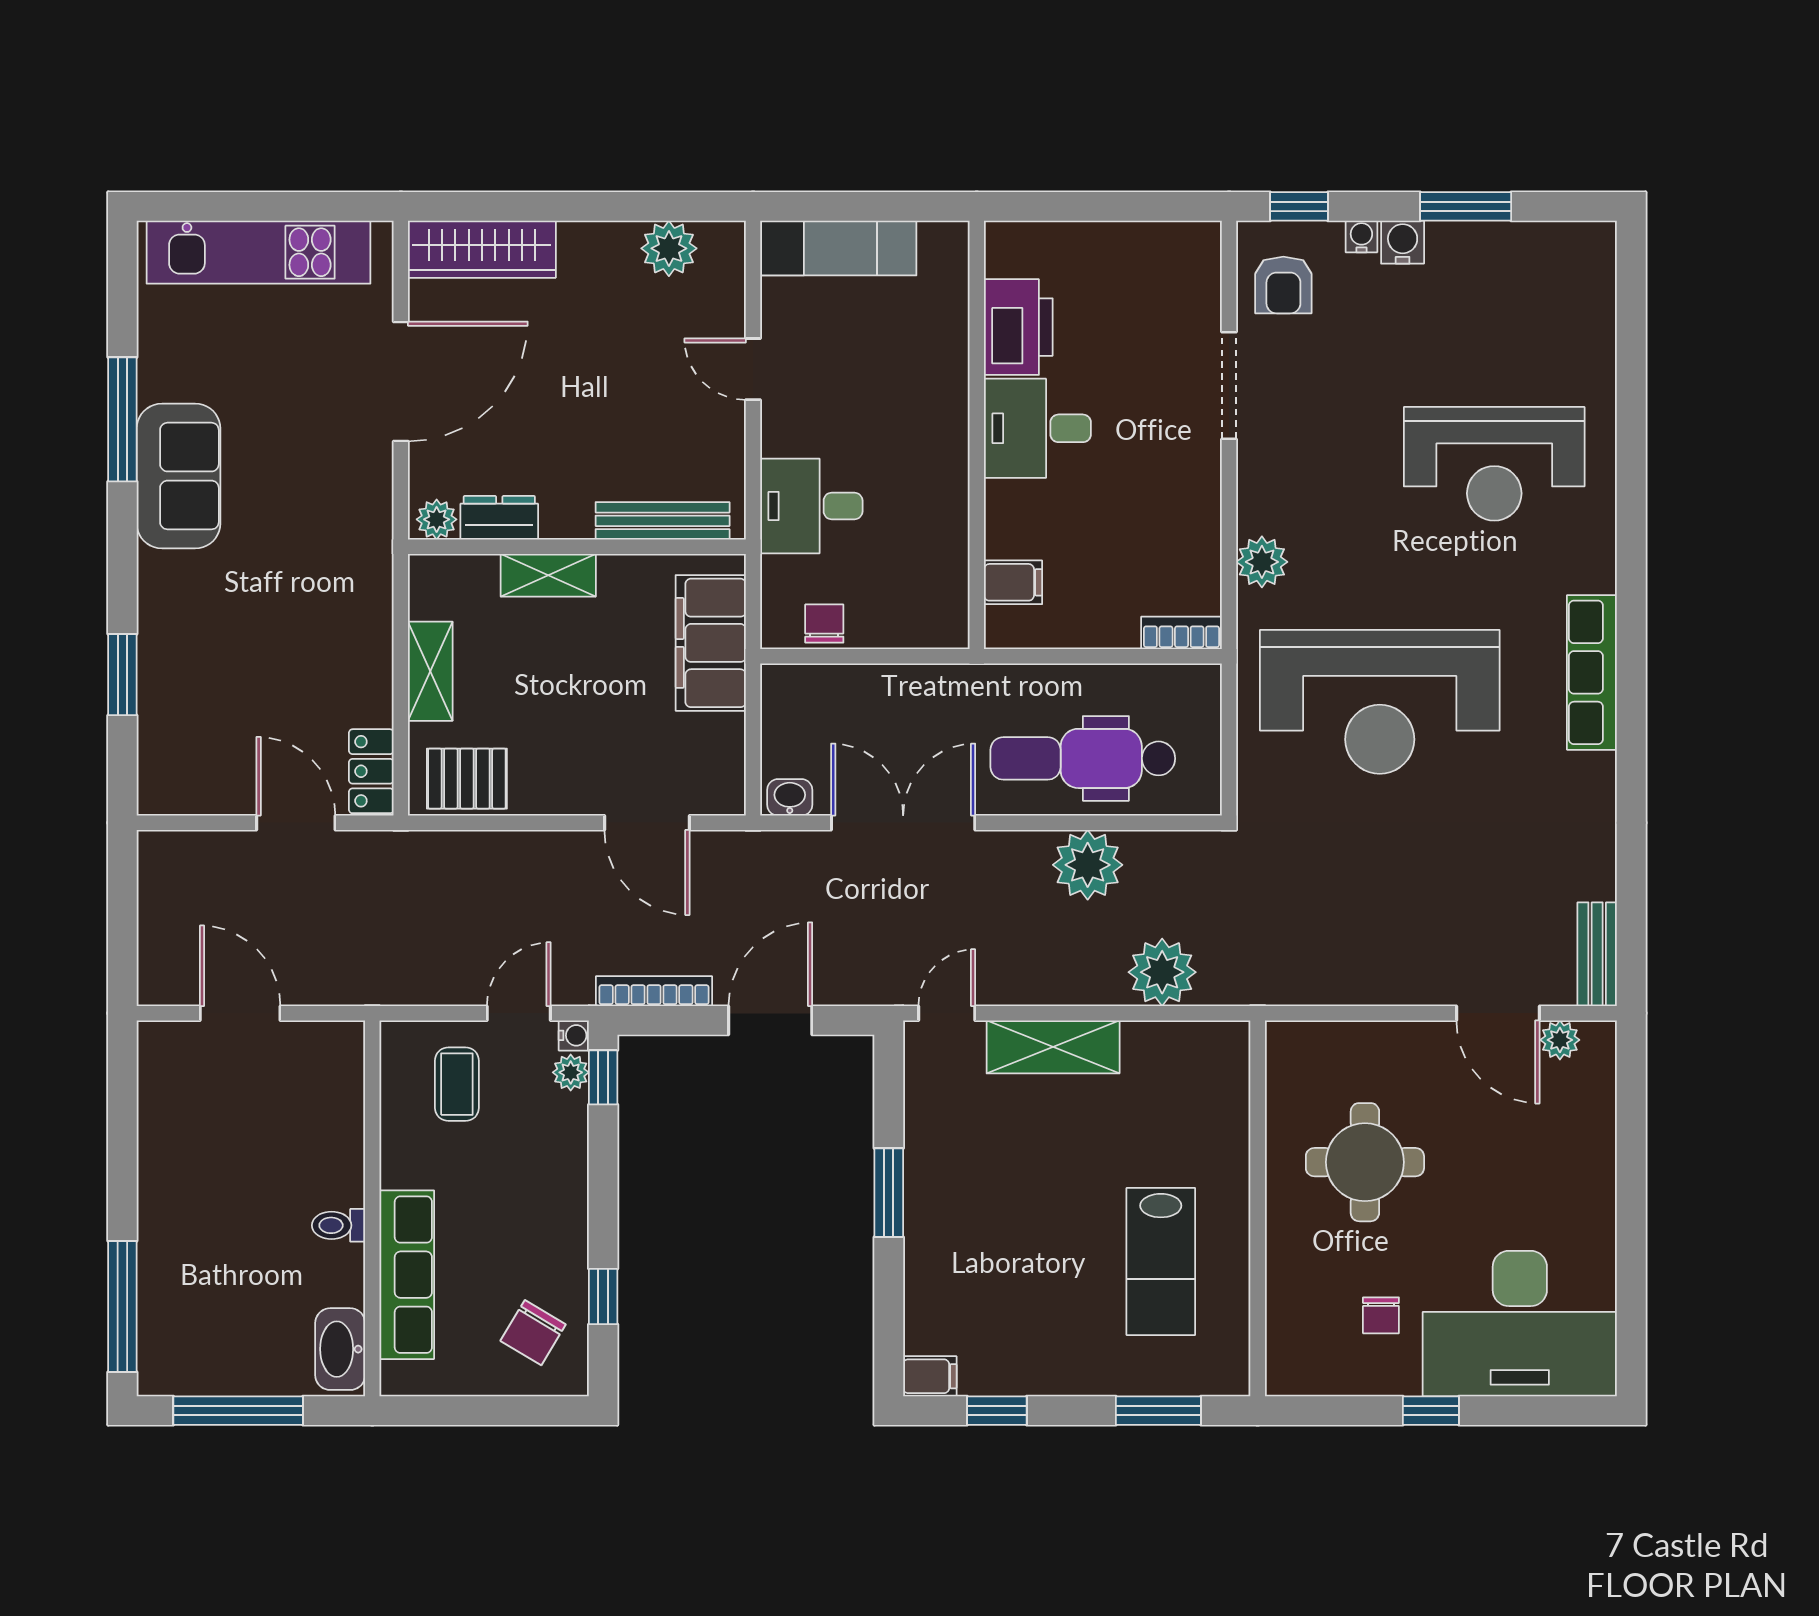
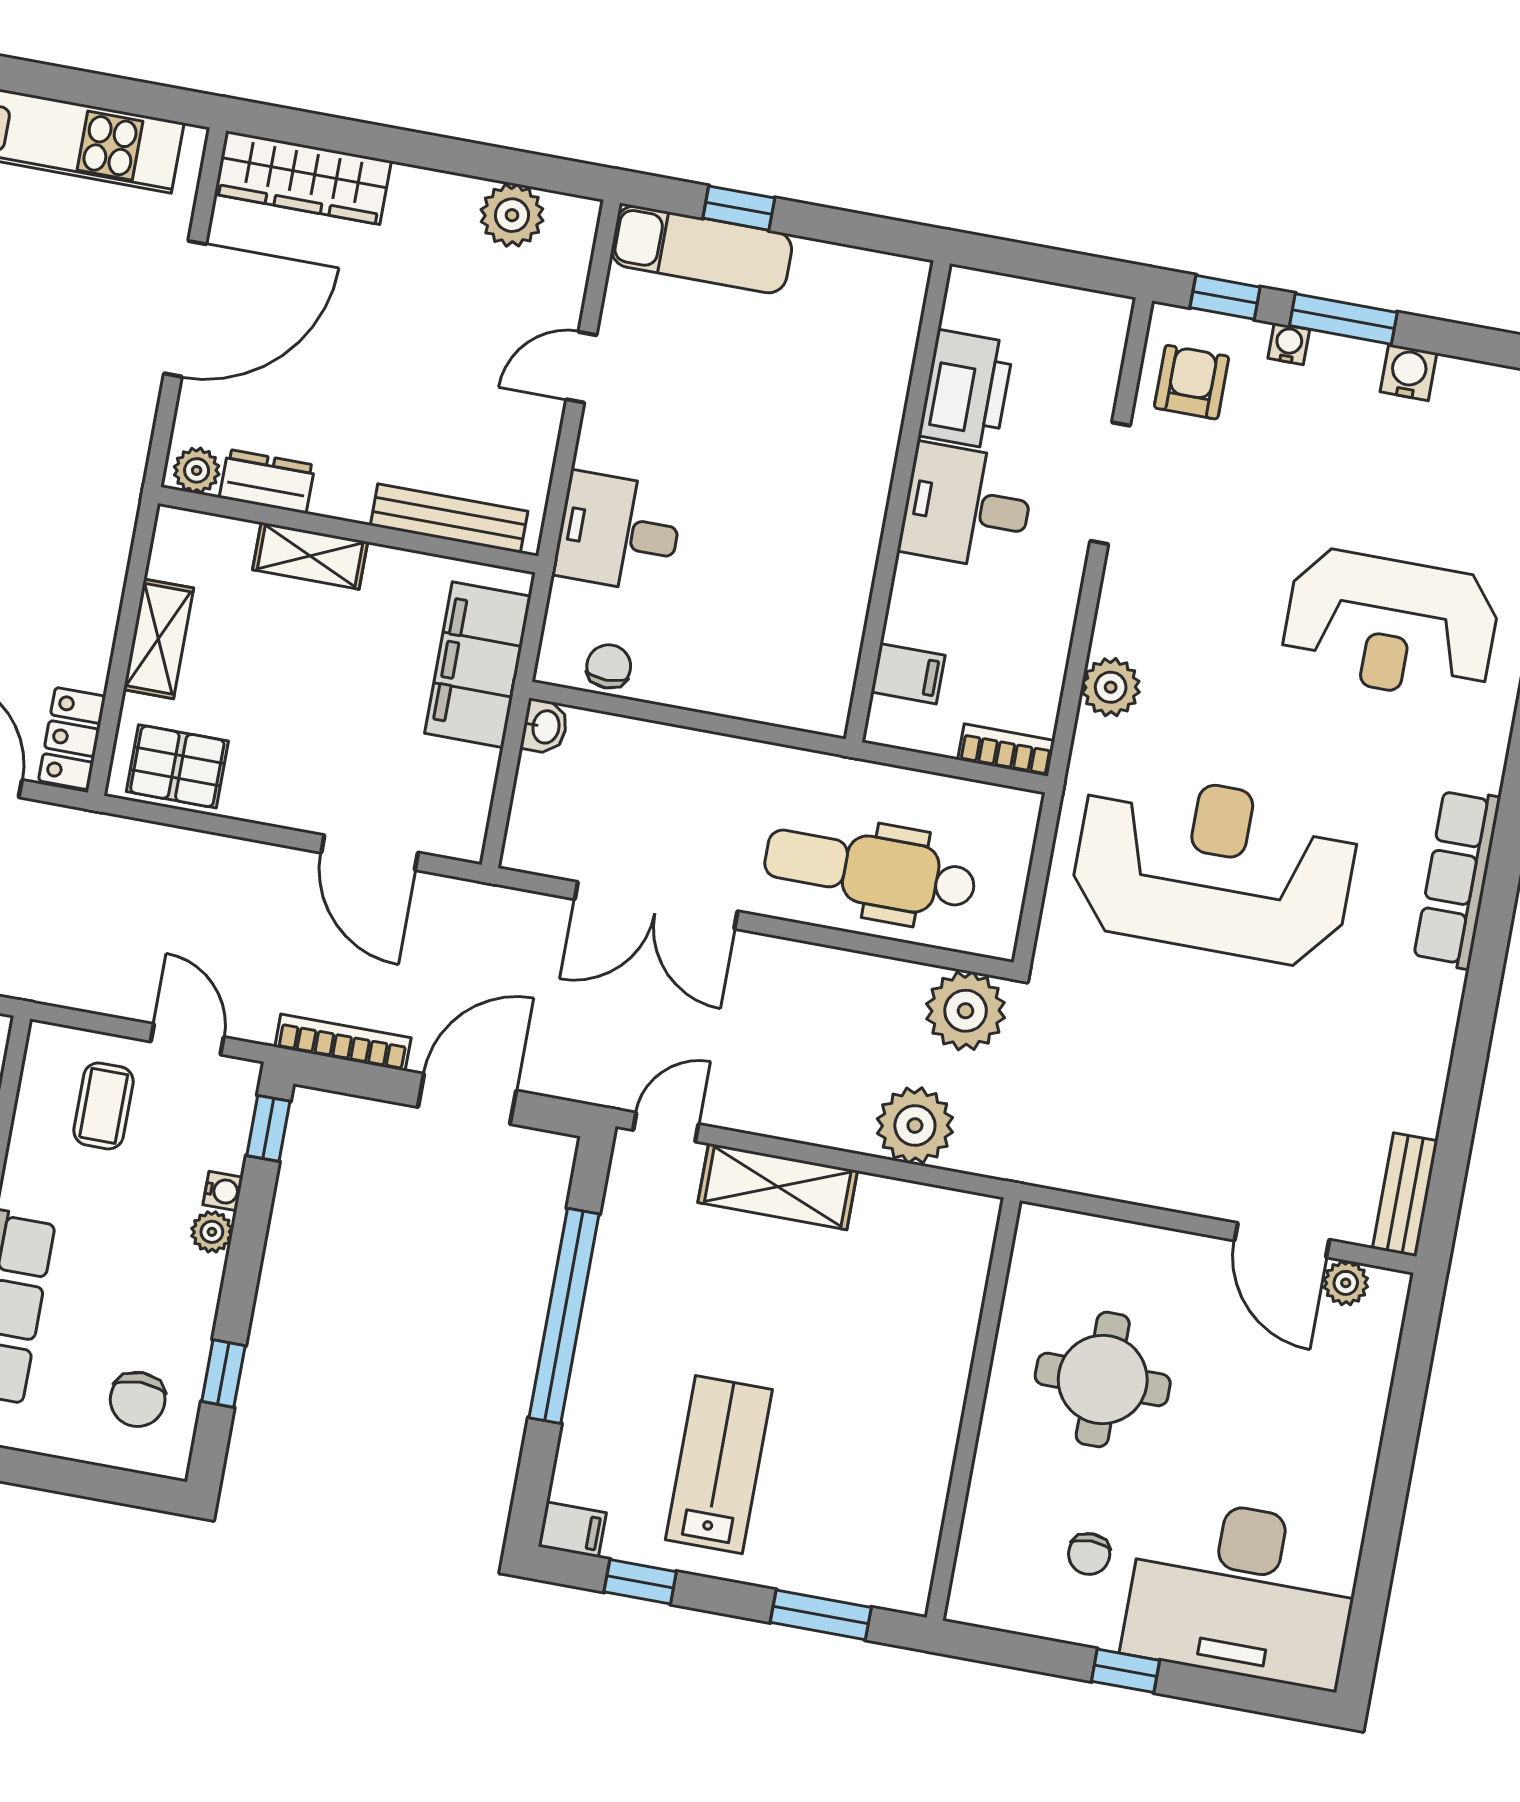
window: (864, 206) -> (739, 208), added
window: (1466, 206) -> (1343, 319), moved
water cooler: (1403, 242) -> (1409, 372), moved
armchair: (1283, 285) -> (1192, 382), turned 180
printer: (1018, 327) -> (966, 389), moved
door: (753, 369) -> (581, 367), hinge flipped
desk: (1037, 428) -> (967, 507), moved
wall: (977, 435) -> (898, 501), moved
filing cabinet: (1013, 582) -> (908, 674), moved
reception desk: (1380, 702) -> (1214, 868), turned 180
washbasin: (790, 797) -> (545, 727), moved, turned 90
double door: (903, 823) -> (656, 905), swing flipped
plant: (1088, 865) -> (966, 1011), moved
door: (519, 1013) -> (187, 1039), hinge flipped
water cooler: (574, 1035) -> (223, 1191), moved
plant: (571, 1072) -> (212, 1232), moved
window: (889, 1193) -> (564, 1316), width x2.11
lab bench: (1161, 1261) -> (719, 1465), moved, turned 180
chair: (533, 1333) -> (138, 1399), turned -31

